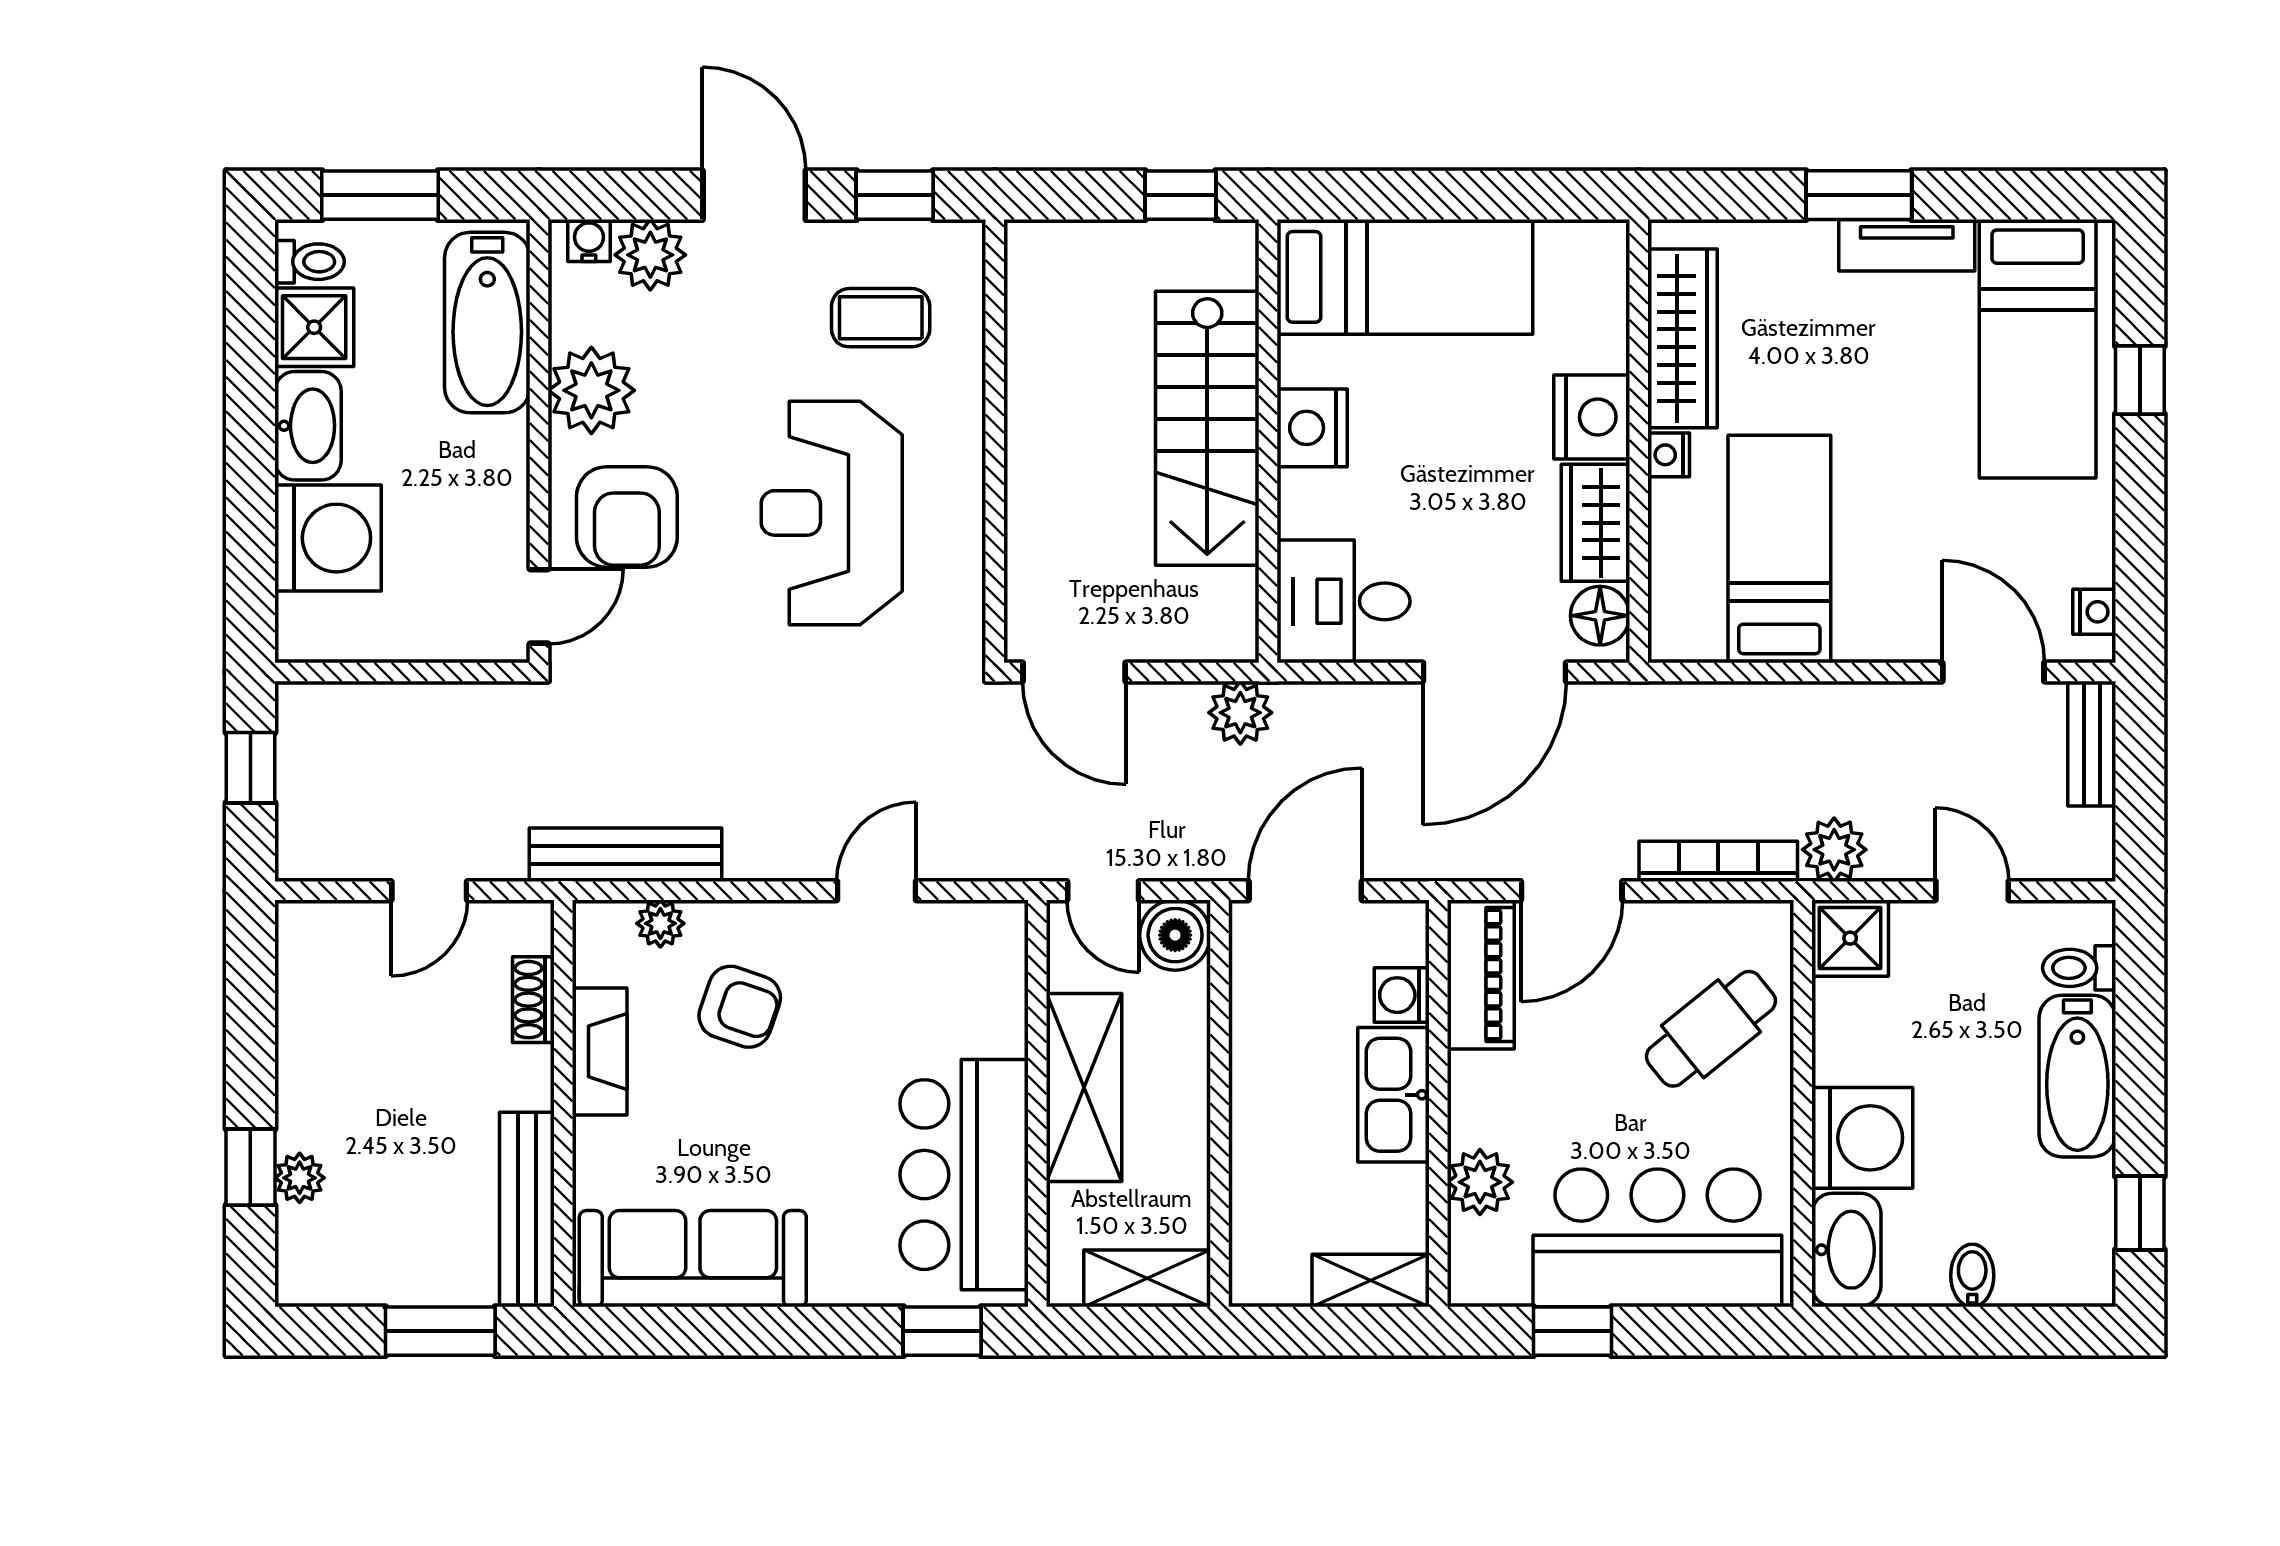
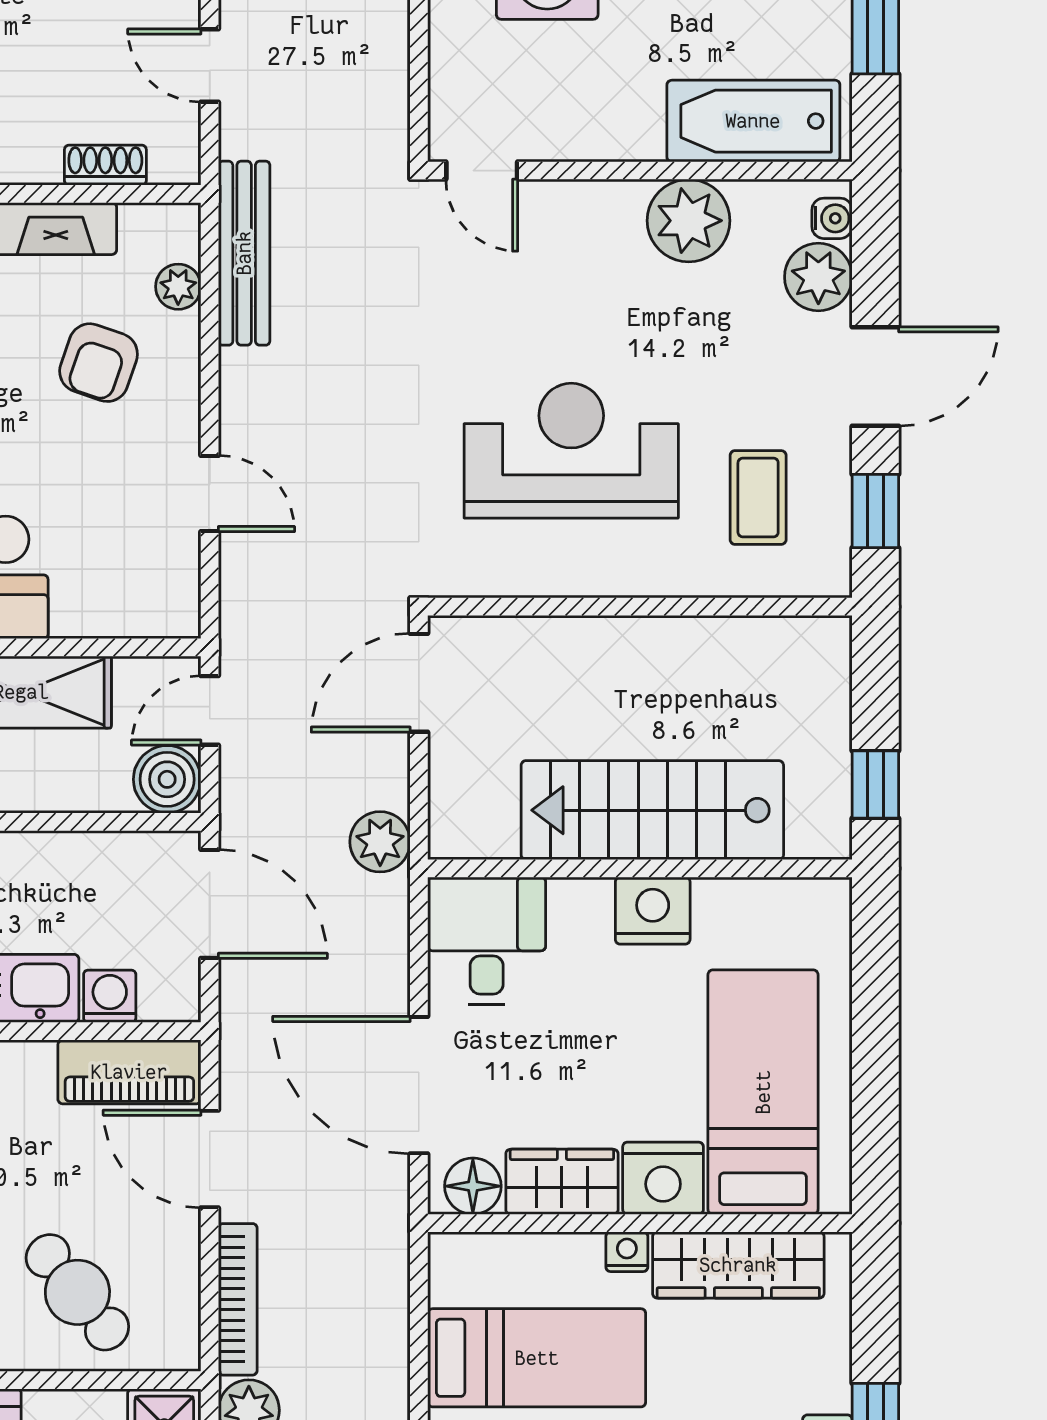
bed: (1405, 277) -> (763, 1092), moved, turned 180
armchair: (627, 517) -> (567, 255), removed

